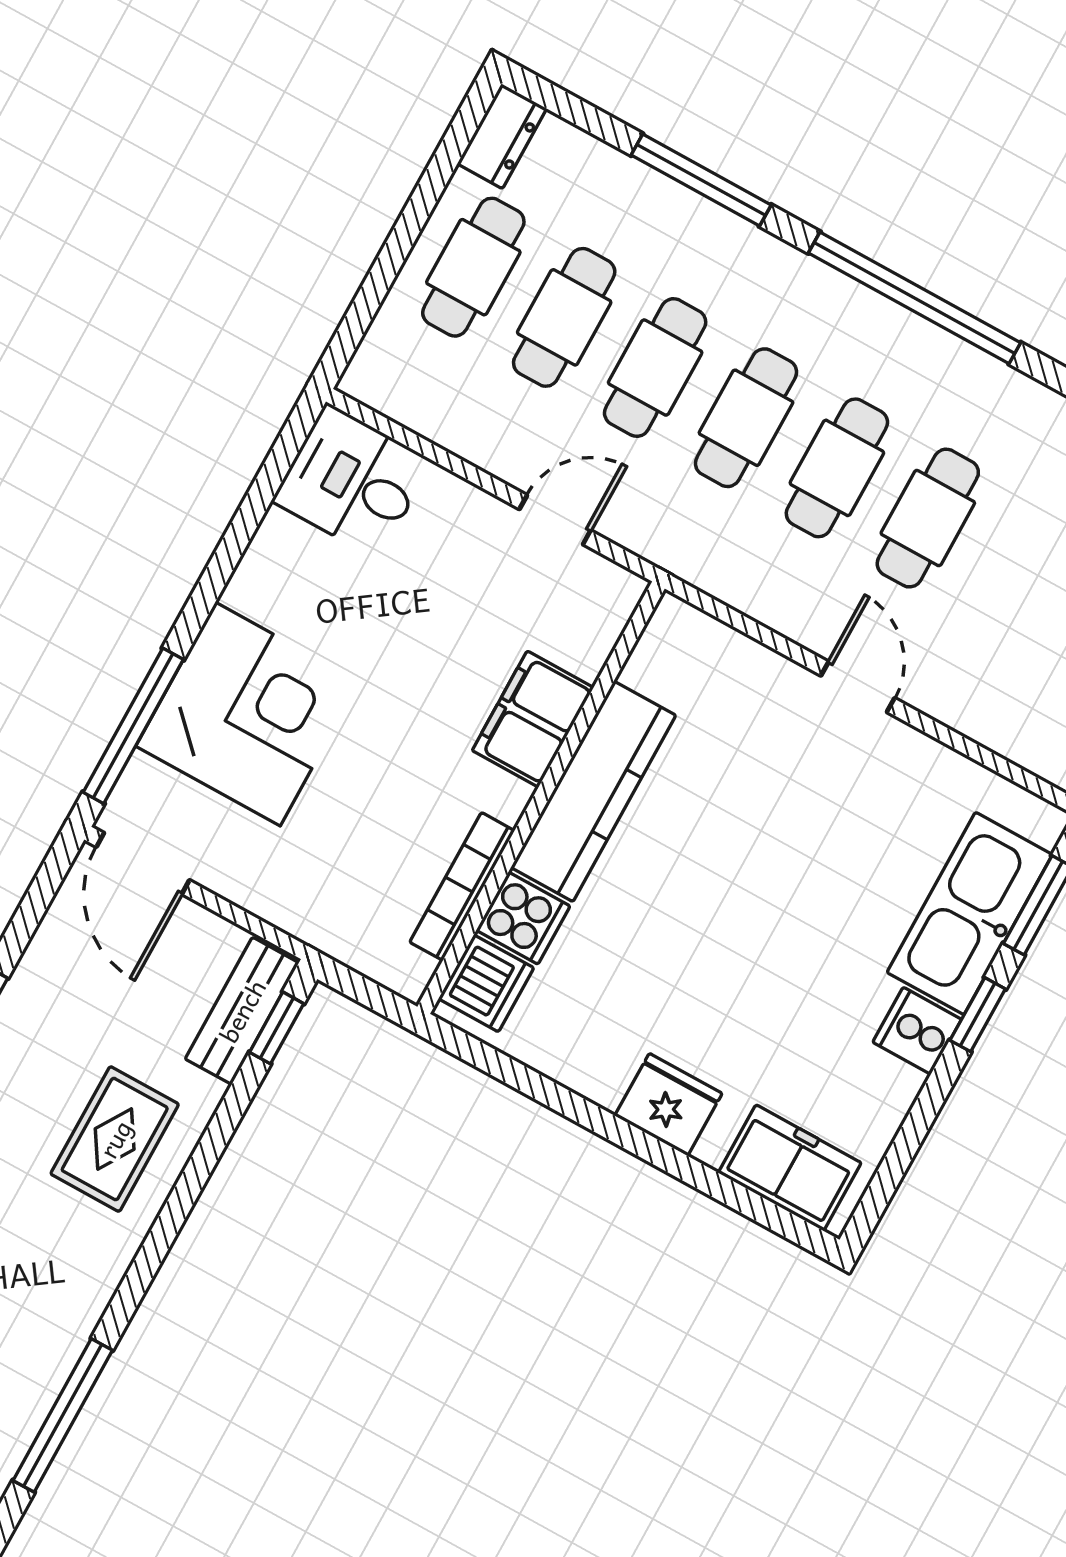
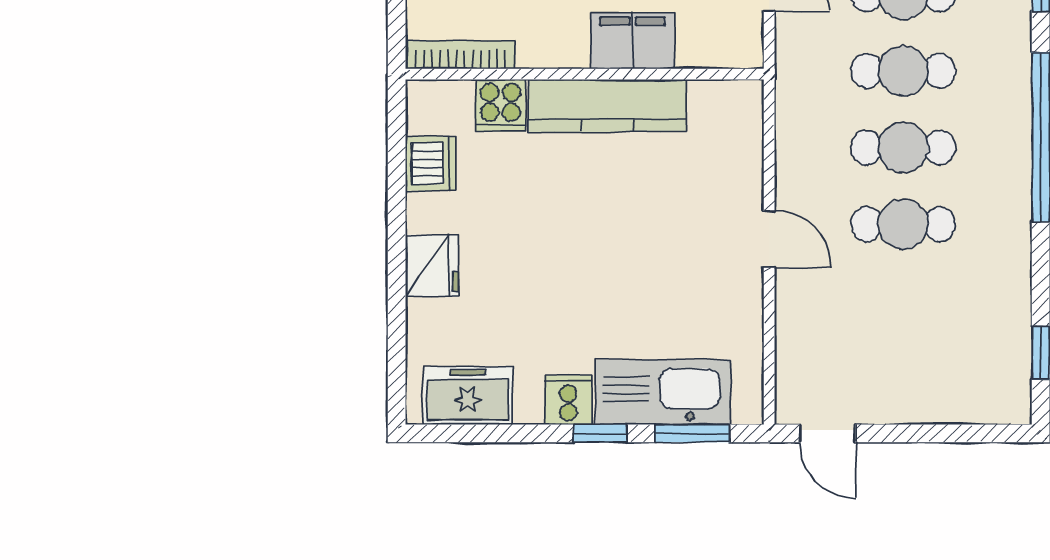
door: (858, 687) -> (769, 239), hinge flipped
bookcase: (462, 886) -> (460, 55), moved
dishwasher: (486, 983) -> (431, 163), moved, turned -90
freezer: (790, 1168) -> (468, 396), moved, turned -90

